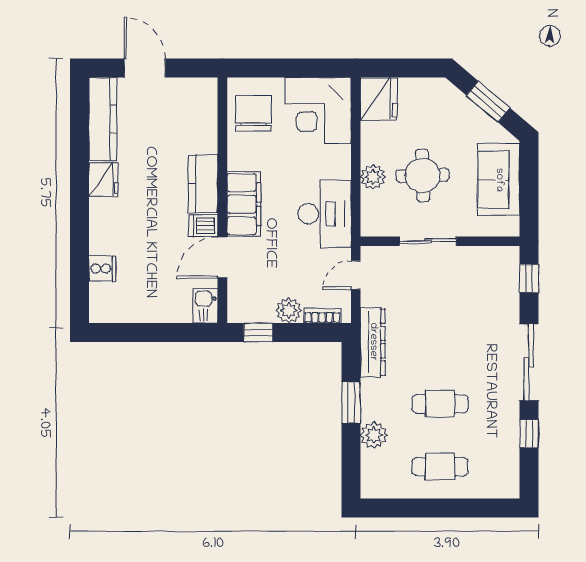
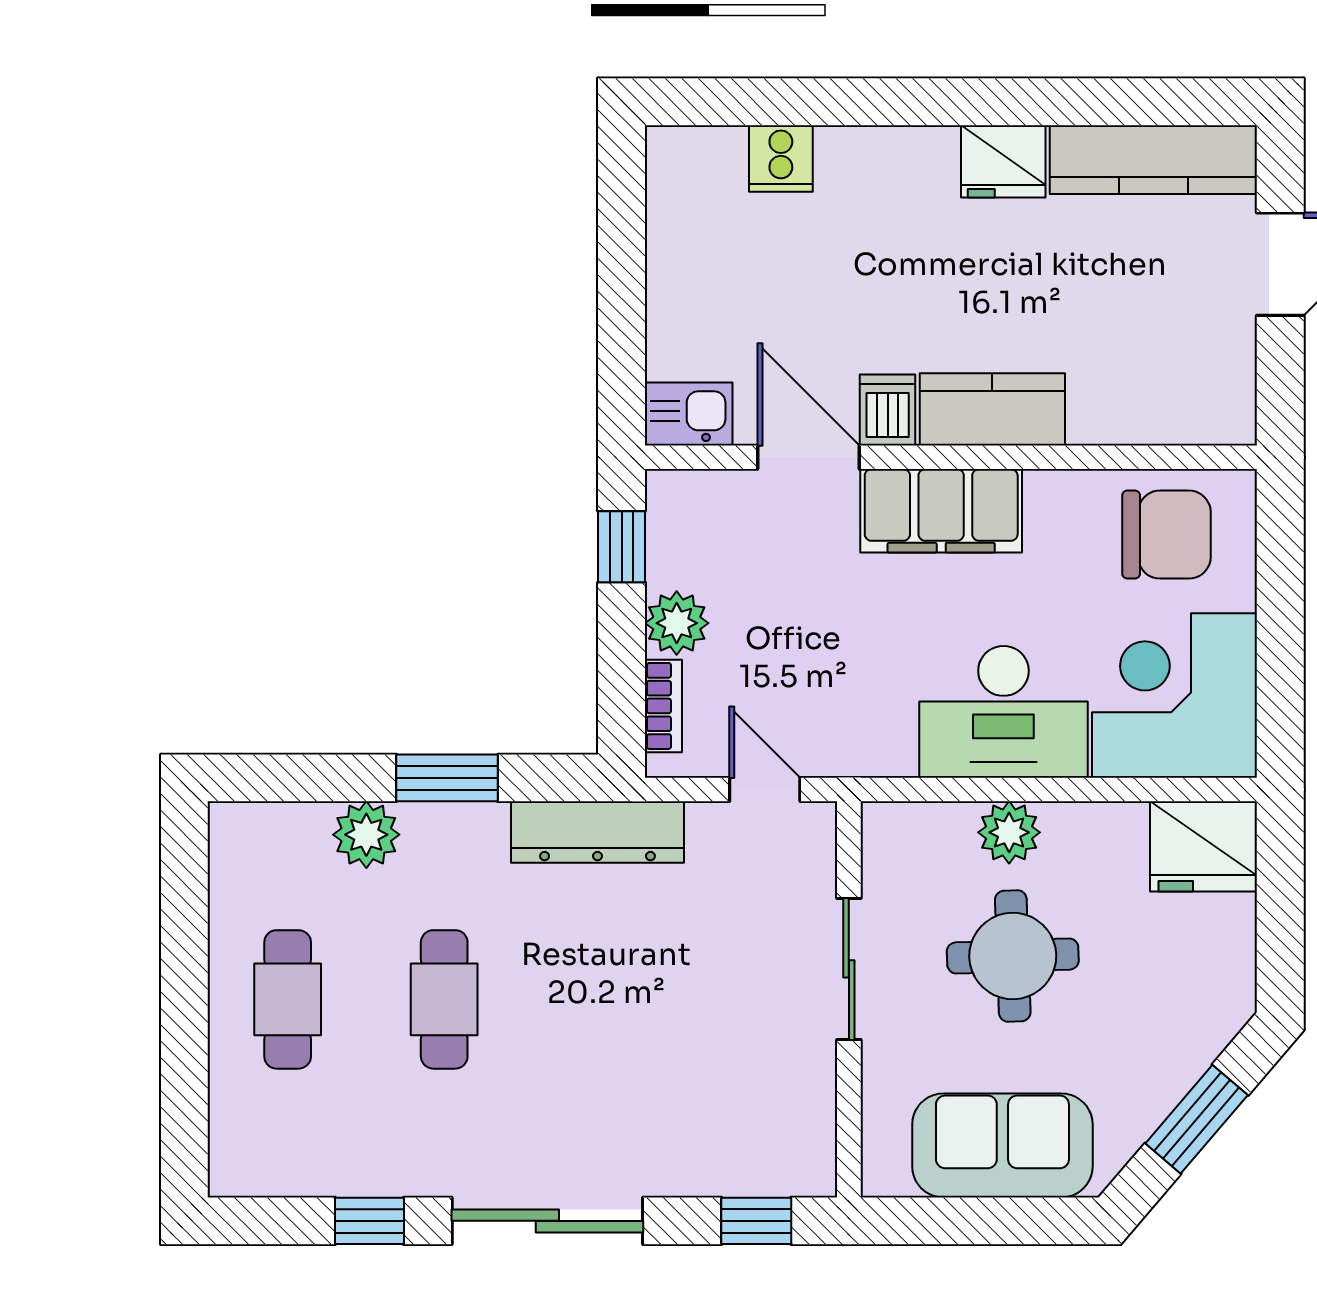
desk: (325, 214) -> (1003, 712), moved

